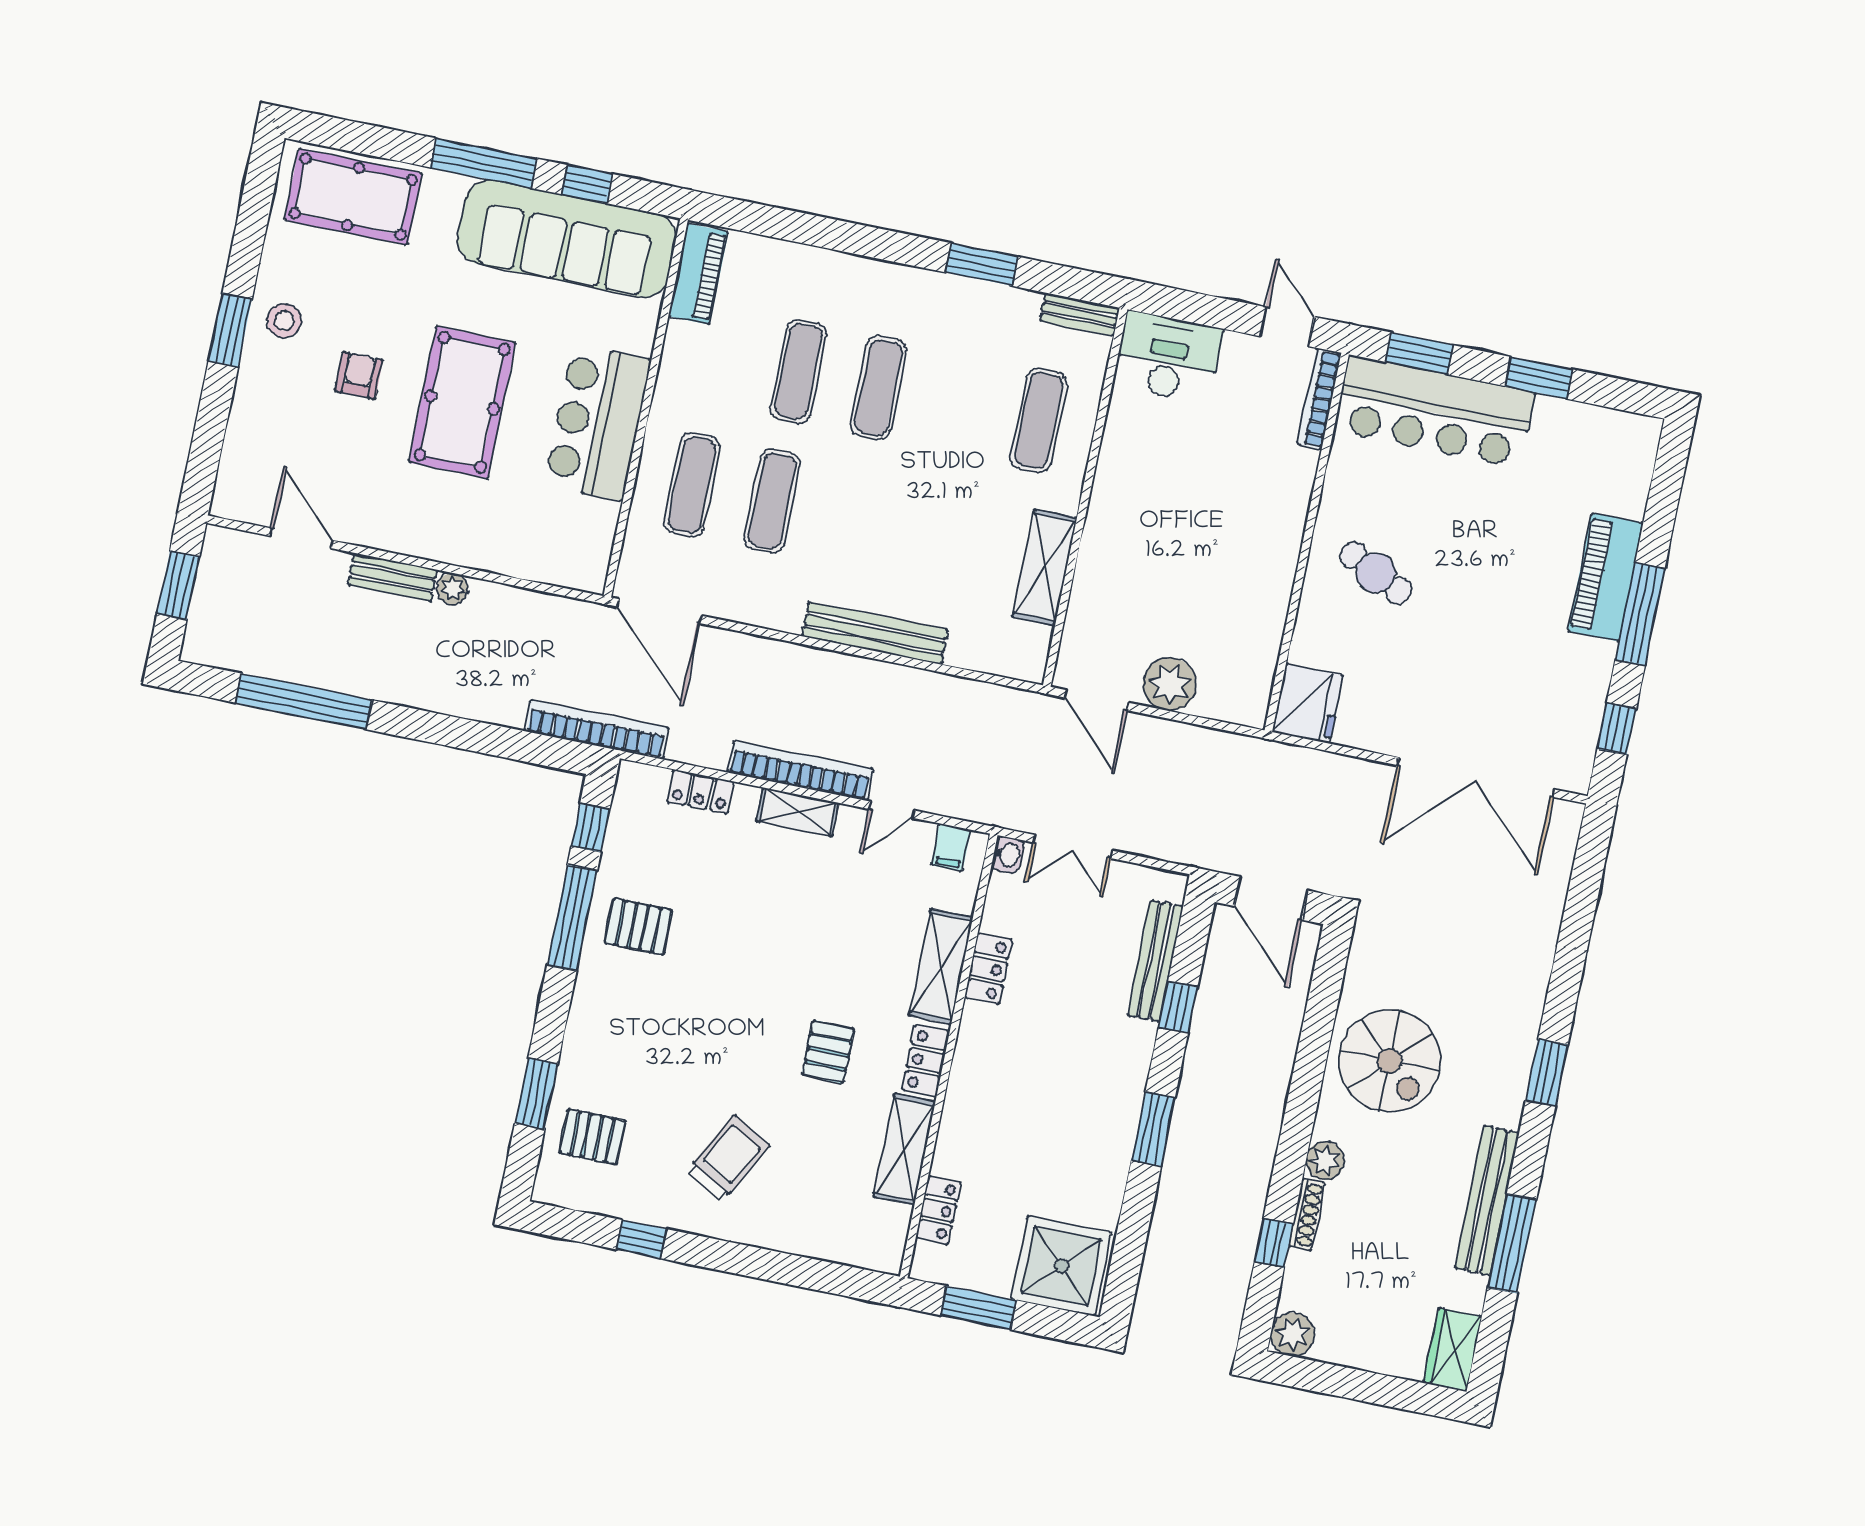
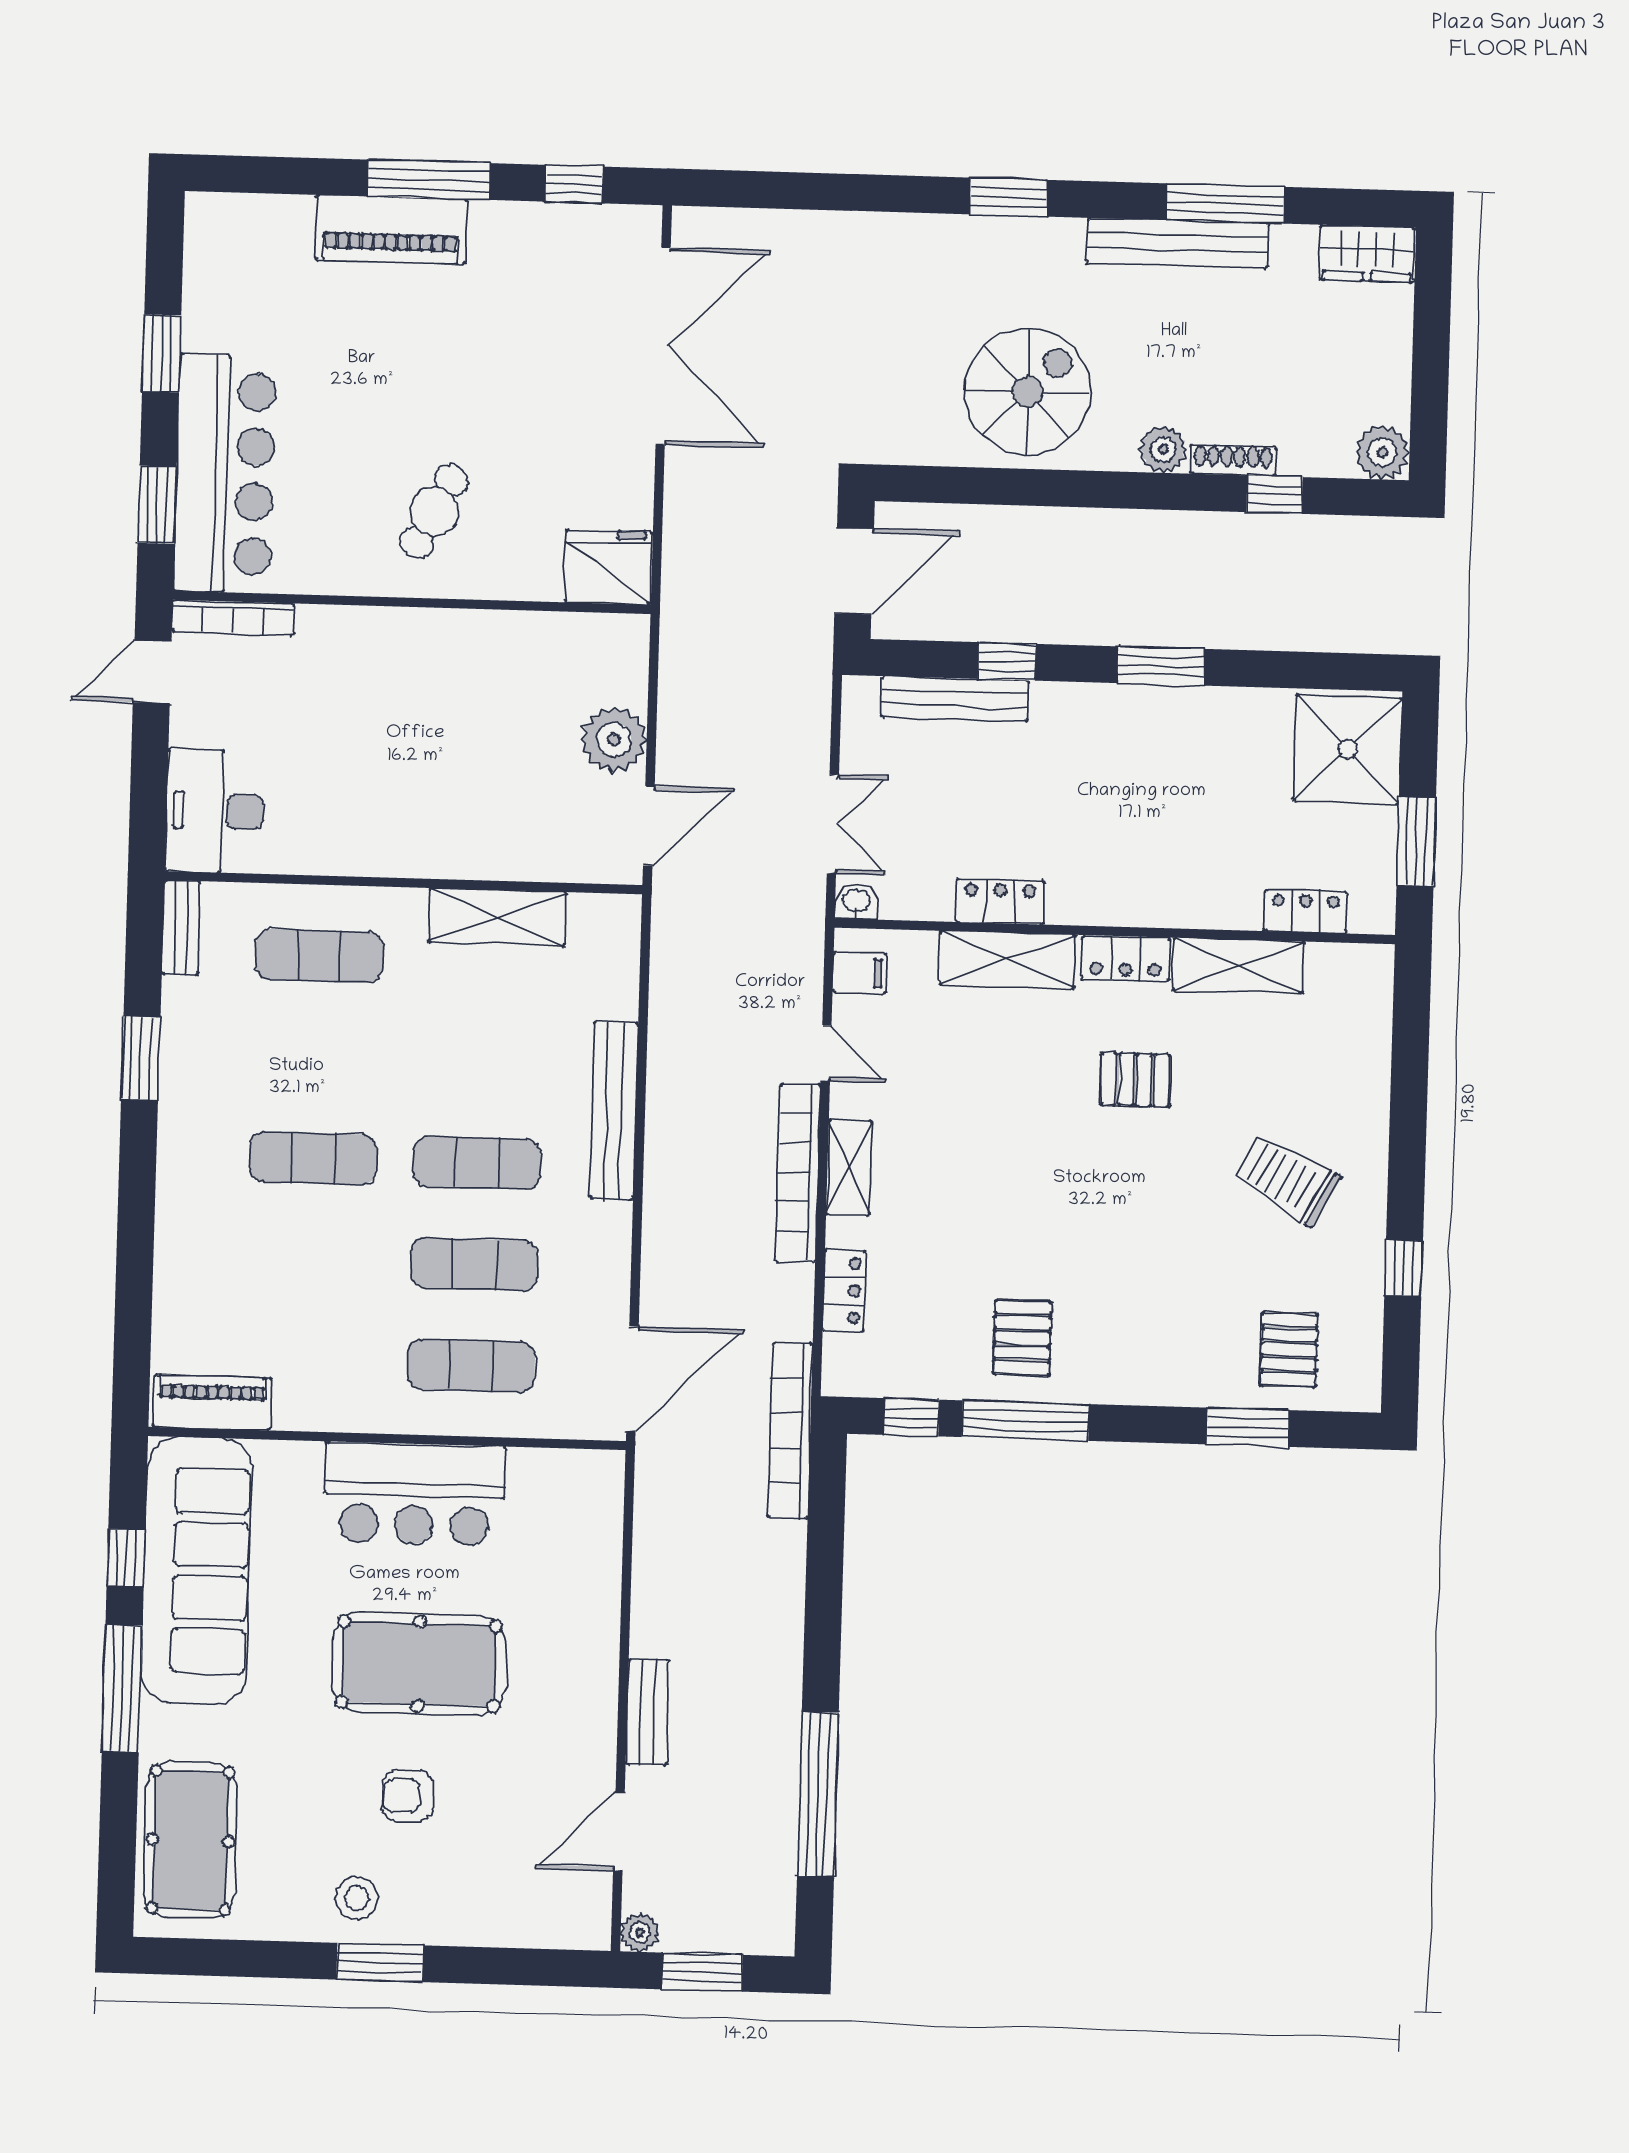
exercise mat: (798, 371) -> (477, 1163), moved
plant: (452, 589) -> (640, 1933), moved

